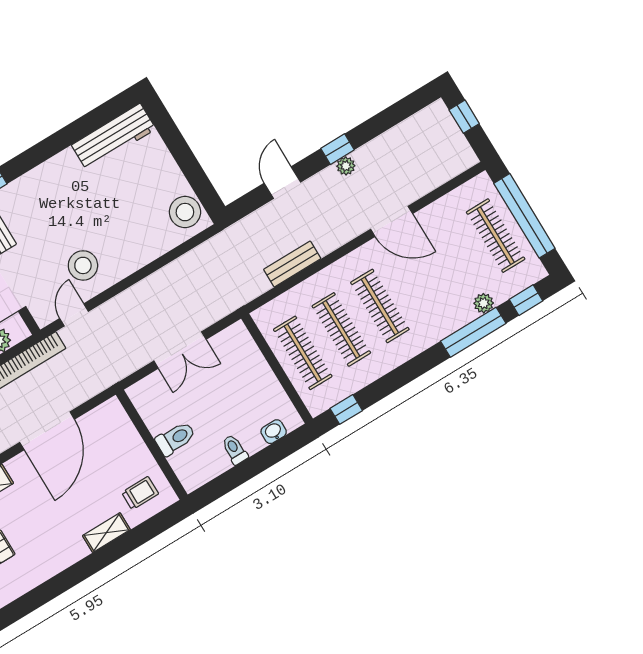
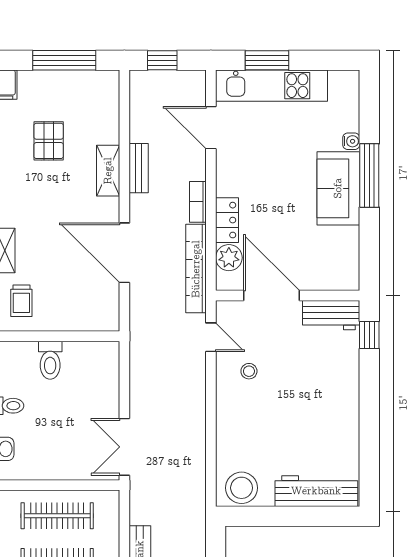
workbench: (114, 137) -> (316, 491), moved, turned 90
stool: (83, 265) -> (249, 371), width x0.53, depth x0.53
double door: (180, 350) -> (124, 447), moved

